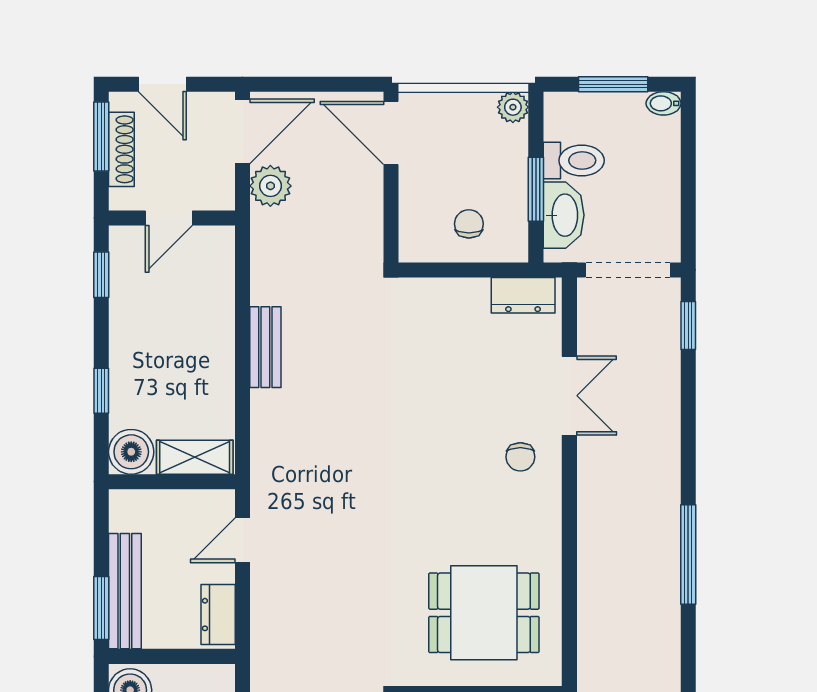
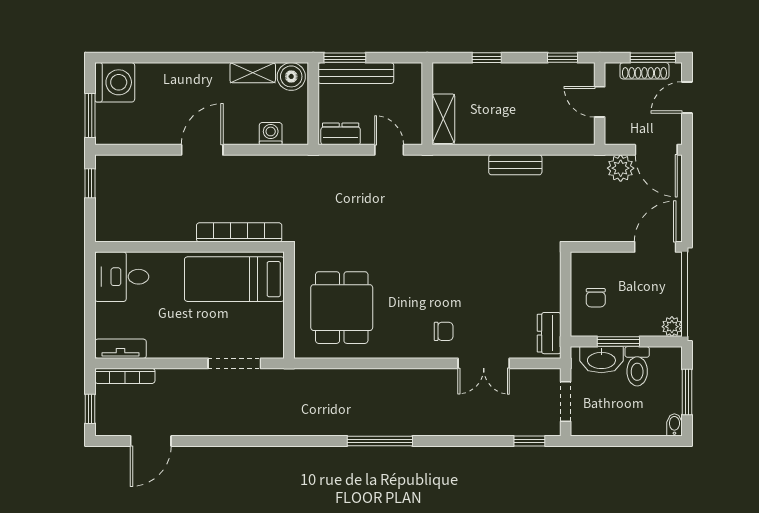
chair: (469, 224) -> (596, 298), turned 90
doorway: (628, 270) -> (566, 402), width x0.73
boiler: (131, 452) -> (447, 77), removed
chair: (520, 457) -> (444, 331), turned 180

